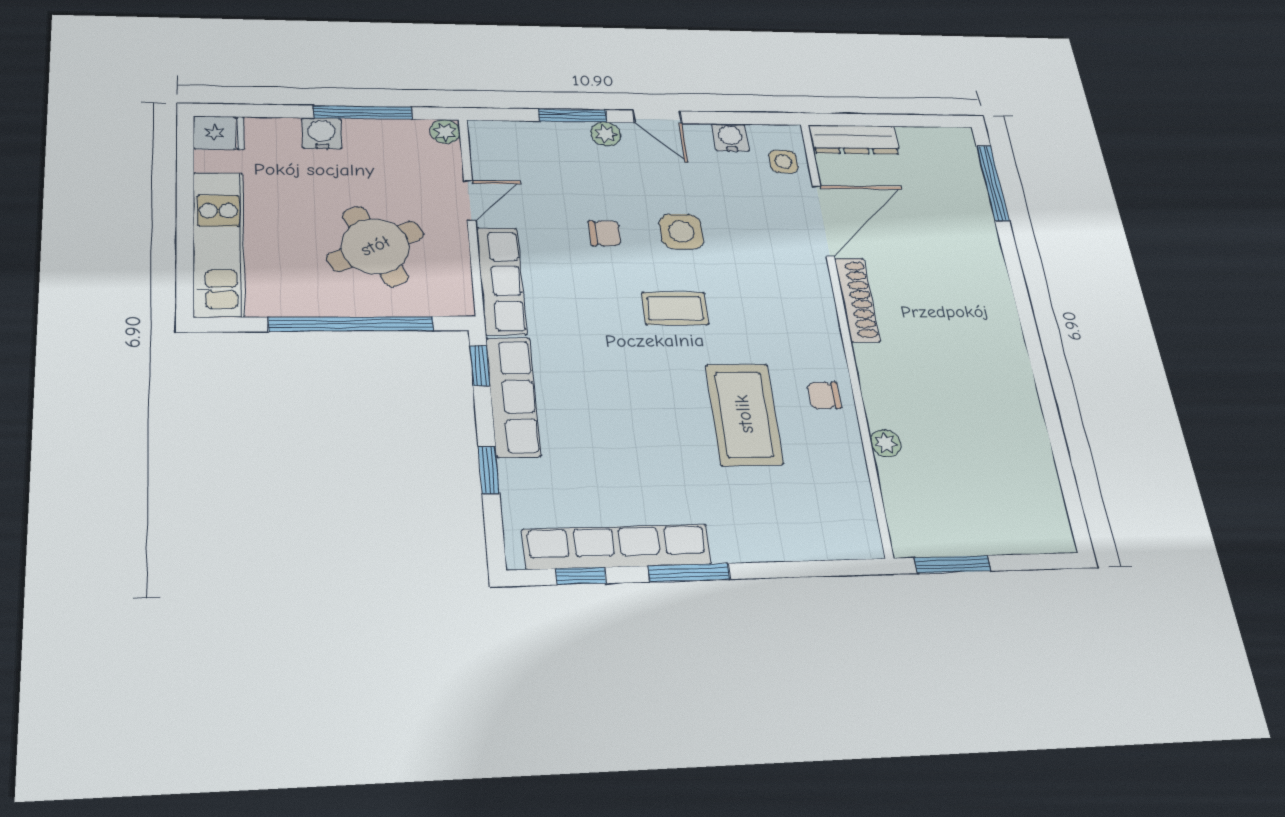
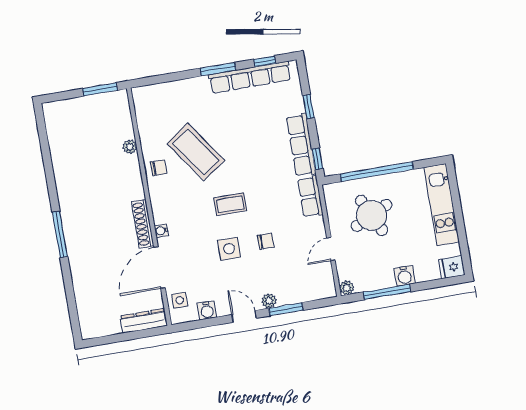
window: (993, 183) -> (60, 234), moved
chair: (605, 233) -> (266, 241), turned 180
row of seats: (501, 281) -> (310, 197), width x0.68
water cooler: (819, 282) -> (161, 231), added
coffee table: (744, 414) -> (196, 152), turned -35

